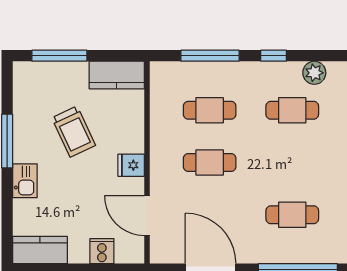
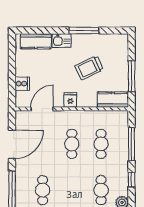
window: (59, 56) -> (132, 76), moved
kitchen counter: (117, 75) -> (113, 100), moved, turned 90
kitchen counter: (40, 250) -> (36, 41), moved, turned 90

